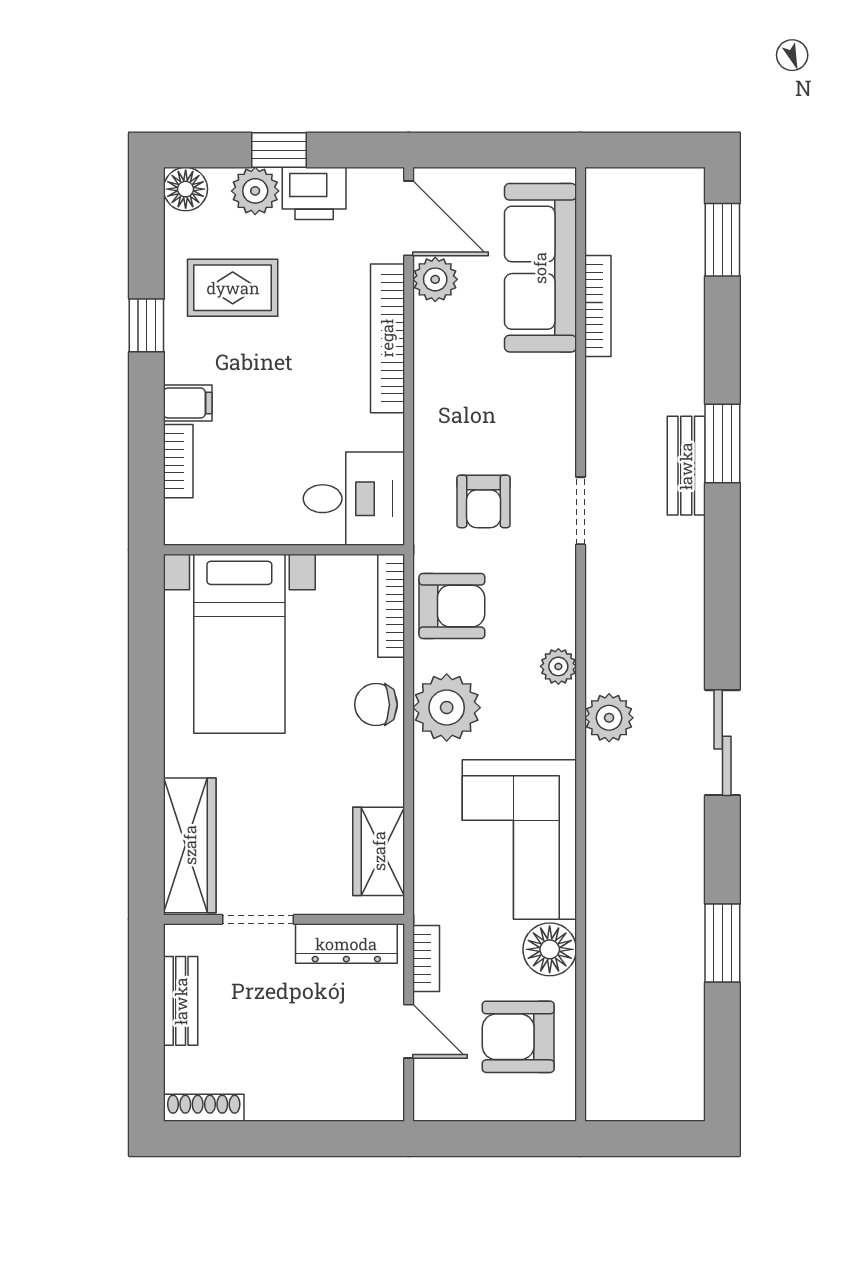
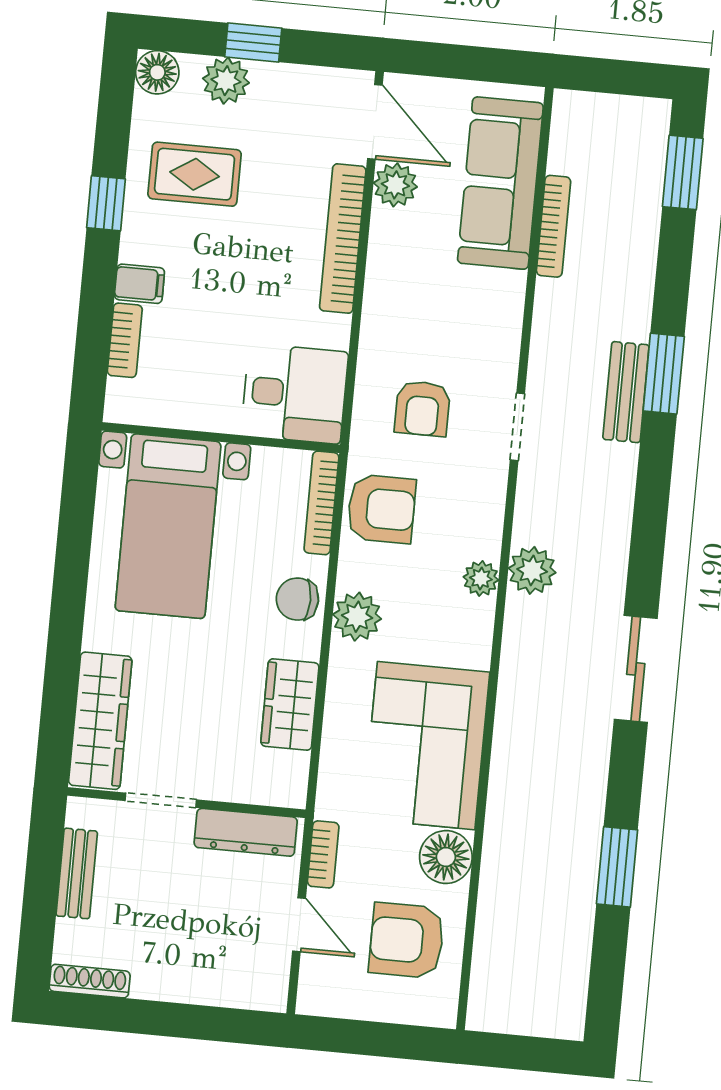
printer: (314, 193) -> (284, 89), removed
plant: (447, 708) -> (357, 617), width x0.73, depth x0.73
plant: (609, 718) -> (532, 570), moved
wardrobe: (379, 851) -> (290, 705), moved

